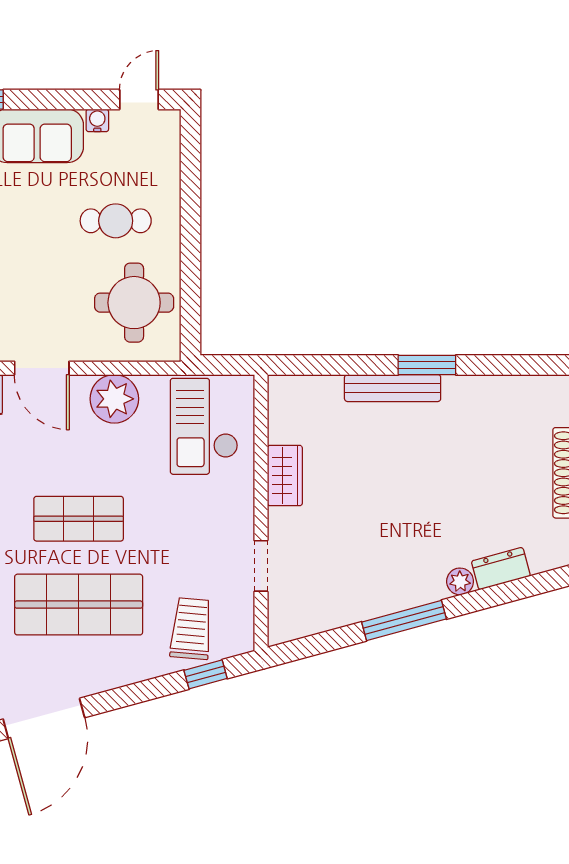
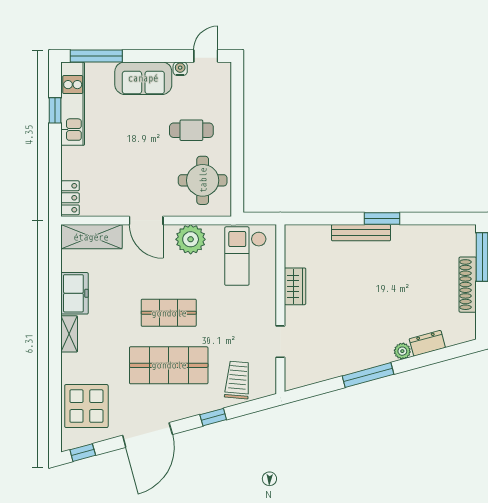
window: (206, 674) -> (213, 417), moved

